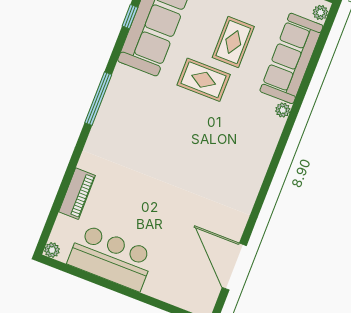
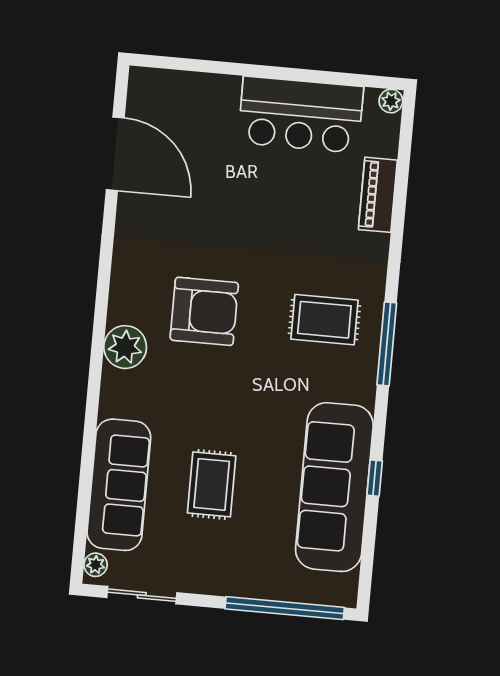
rug: (204, 80) -> (324, 320), moved
plant: (283, 110) -> (125, 347), moved, width x1.88, depth x1.88
armchair: (207, 152) -> (204, 311), added

